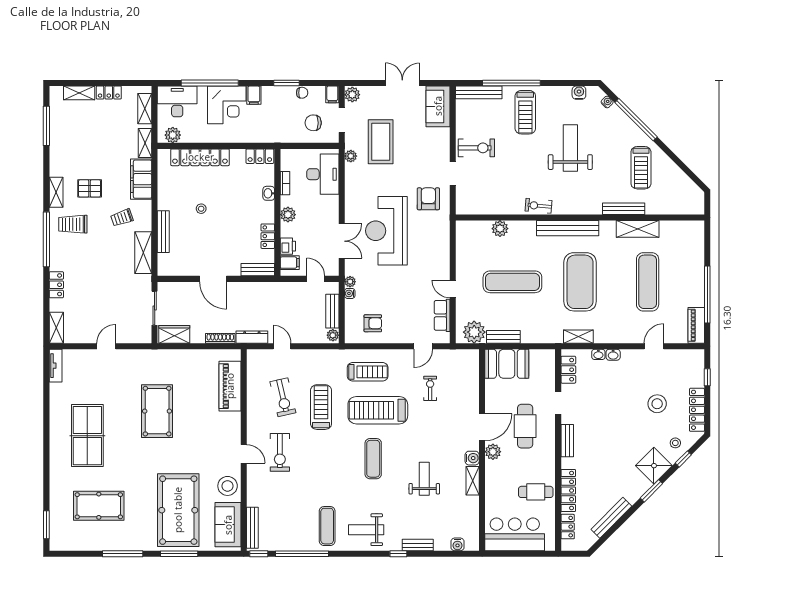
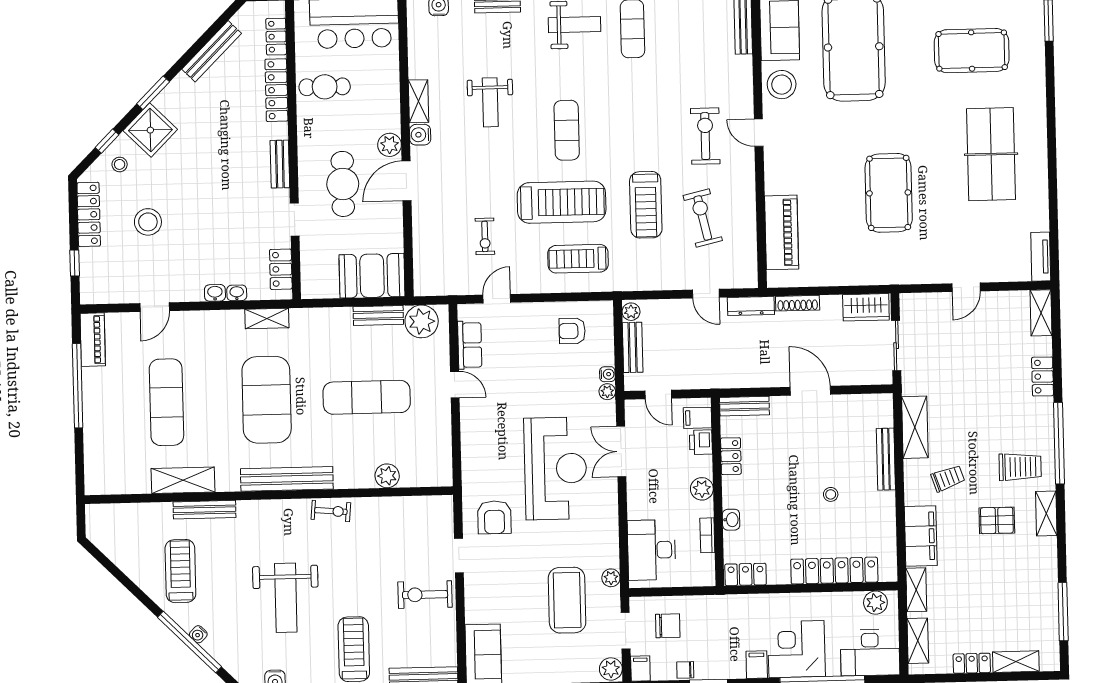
water cooler: (607, 102) -> (198, 634), moved

